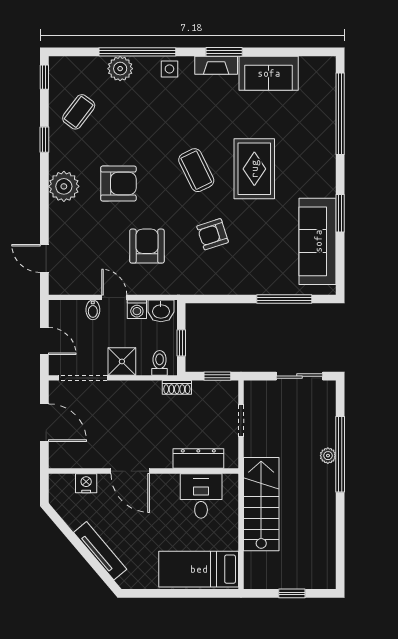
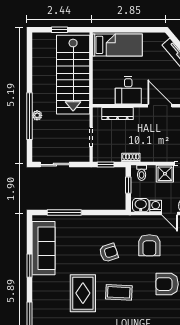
coffee table: (196, 170) -> (119, 292), turned -61
desk: (201, 496) -> (128, 90), moved
stairs: (261, 504) -> (73, 75), width x1.36, depth x1.51

